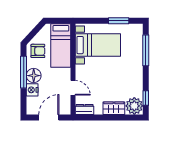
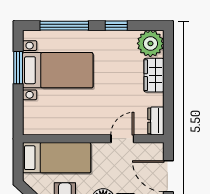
bed with nightstands: (98, 45) -> (58, 70), moved, turned 90
window: (146, 98) -> (116, 26), moved

